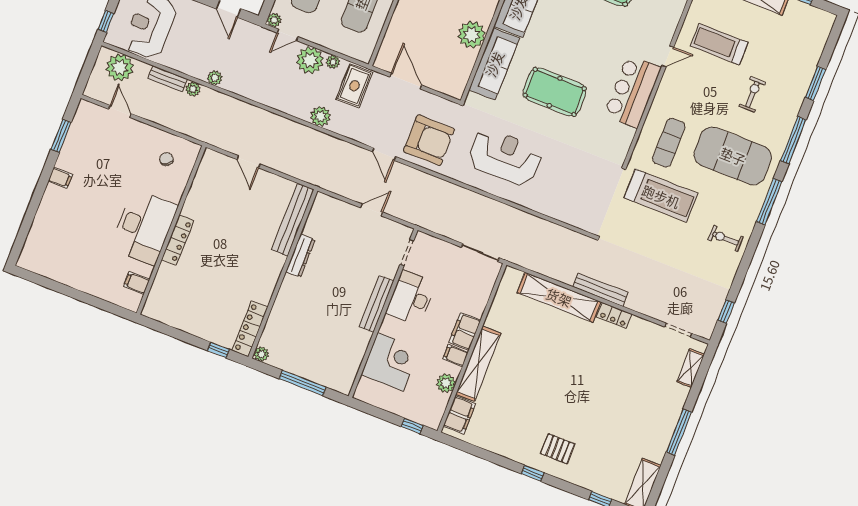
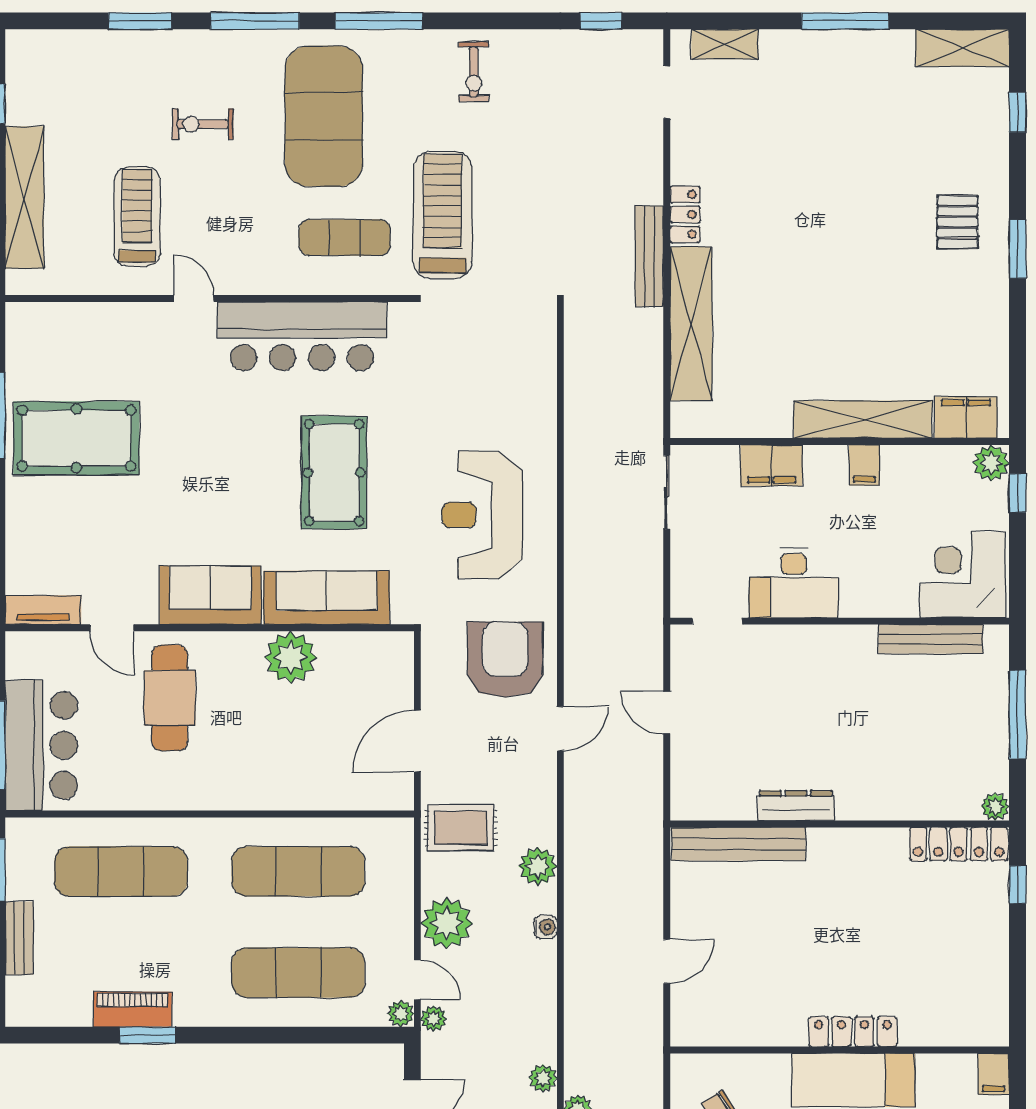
treadmill: (719, 44) -> (137, 217), turned 180
plant: (333, 62) -> (434, 1019), moved
bar counter: (632, 91) -> (302, 336), width x1.36
water cooler: (289, 108) -> (546, 927), added
filing cabinet: (137, 283) -> (994, 1074), moved
bench: (376, 304) -> (931, 639), moved
filing cabinet: (465, 331) -> (771, 465), moved
corner desk: (391, 362) -> (963, 575), moved
plant: (446, 383) -> (991, 463), moved
window: (533, 473) -> (1018, 249), width x1.50

